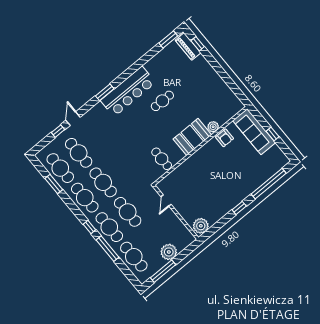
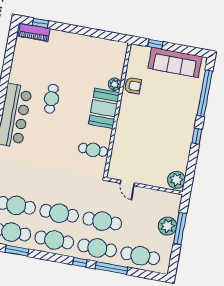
window: (168, 40) -> (12, 41), removed
sofa: (254, 132) -> (175, 62), moved
window: (272, 134) -> (155, 44), moved
window: (163, 271) -> (180, 228), moved

